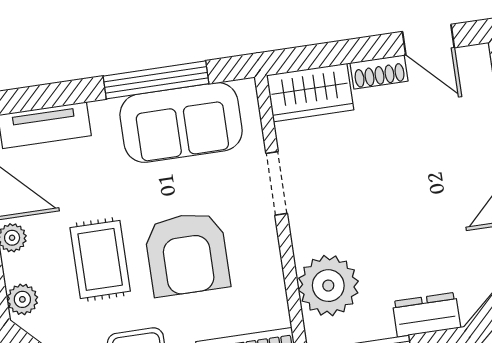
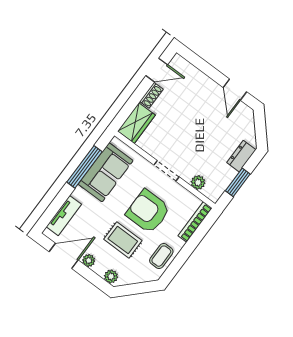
doorway: (277, 183) -> (166, 171), moved
armchair: (187, 254) -> (148, 211), turned 180
plant: (328, 286) -> (198, 182), width x0.53, depth x0.53

